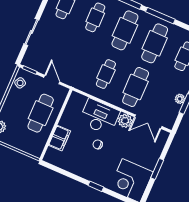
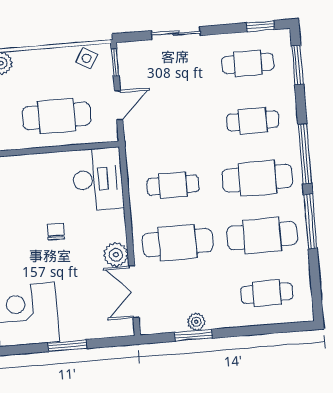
desk: (99, 117) -> (98, 179), moved
filing cabinet: (60, 138) -> (33, 167), removed

